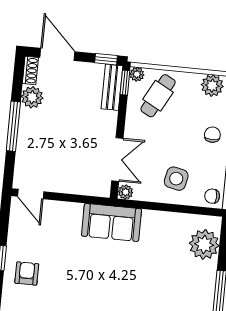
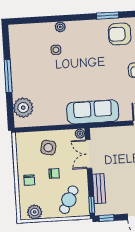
plant: (137, 74) -> (85, 212), removed
bench: (112, 87) -> (99, 189), moved
chair: (212, 196) -> (54, 173), moved
sofa: (112, 222) -> (93, 112), width x1.36

